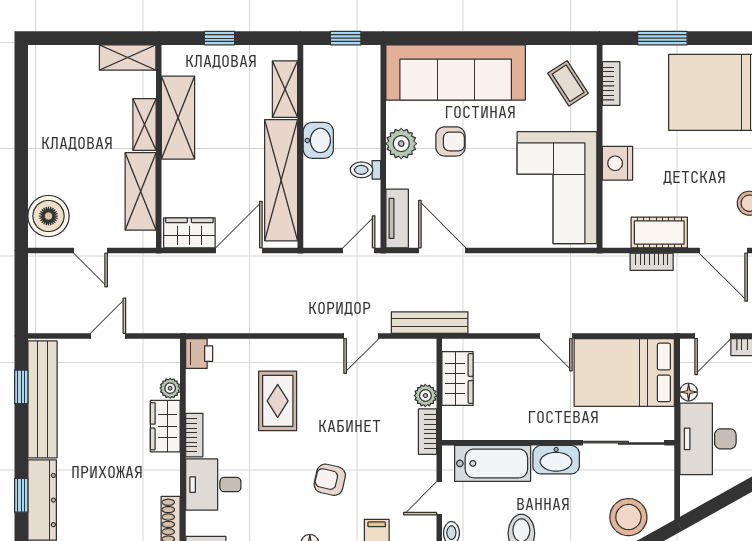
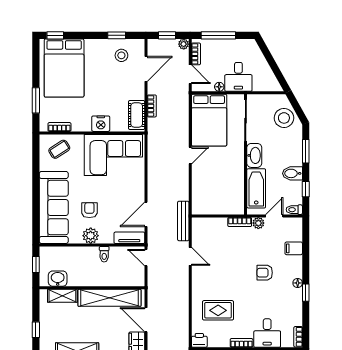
washbasin: (318, 140) -> (58, 279), moved
cot: (659, 232) -> (137, 115), moved
wardrobe: (458, 378) -> (212, 206), removed
plant: (425, 396) -> (258, 223), moved
rug: (278, 401) -> (218, 310), moved
desk: (708, 439) -> (238, 77), width x0.73
armchair: (330, 480) -> (265, 273), turned 77
door: (439, 498) -> (274, 216), swing flipped

